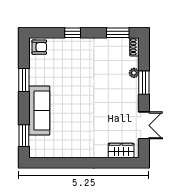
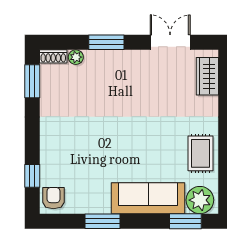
window: (73, 33) -> (32, 176), moved
plant: (134, 73) -> (76, 57), moved
plant: (38, 145) -> (200, 200), added
rug: (69, 146) -> (200, 153), added

